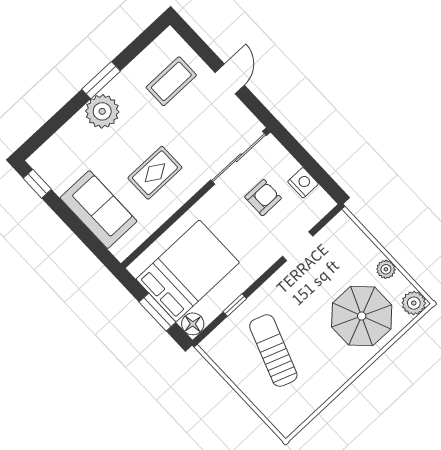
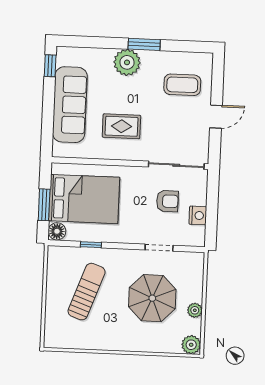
sofa: (98, 210) -> (70, 105), width x1.36
parasol: (362, 316) -> (152, 298), moved

